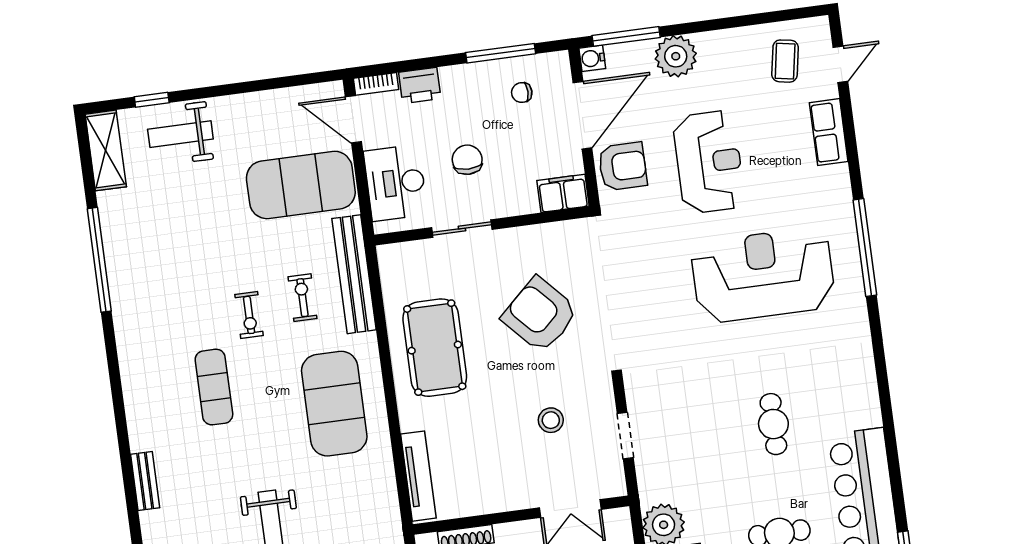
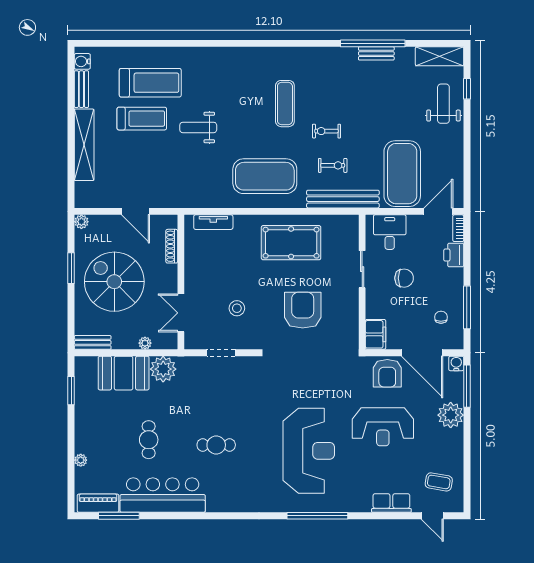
desk: (396, 183) -> (390, 232), width x0.73
armchair: (540, 315) -> (303, 310), turned -47
exercise mat: (214, 387) -> (285, 104), turned 90
tv unit: (418, 476) -> (213, 222), width x0.71
bench: (145, 481) -> (376, 53), moved

